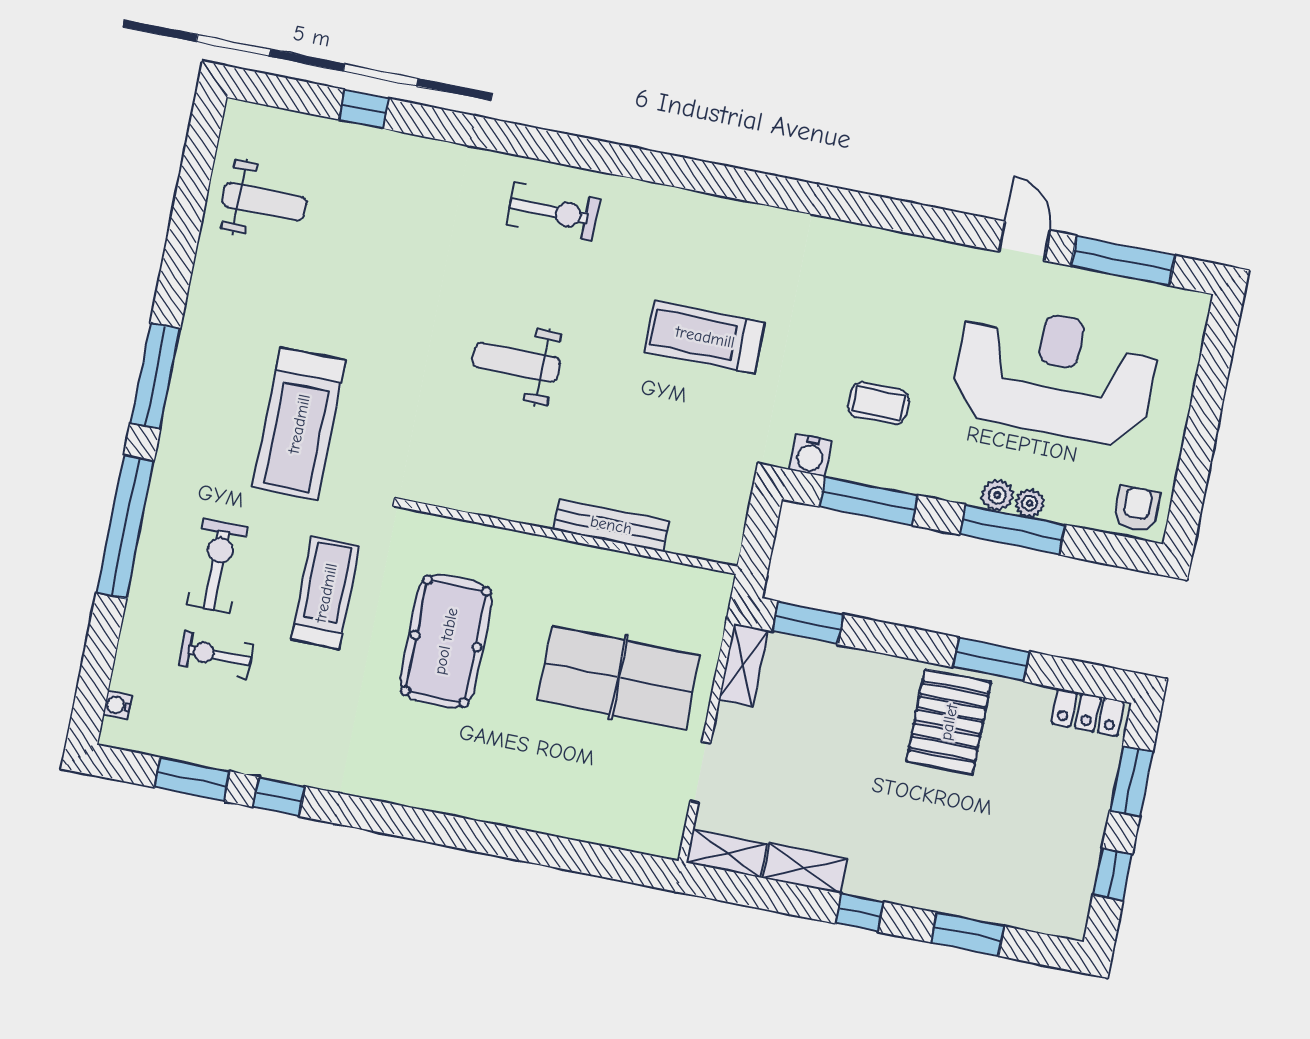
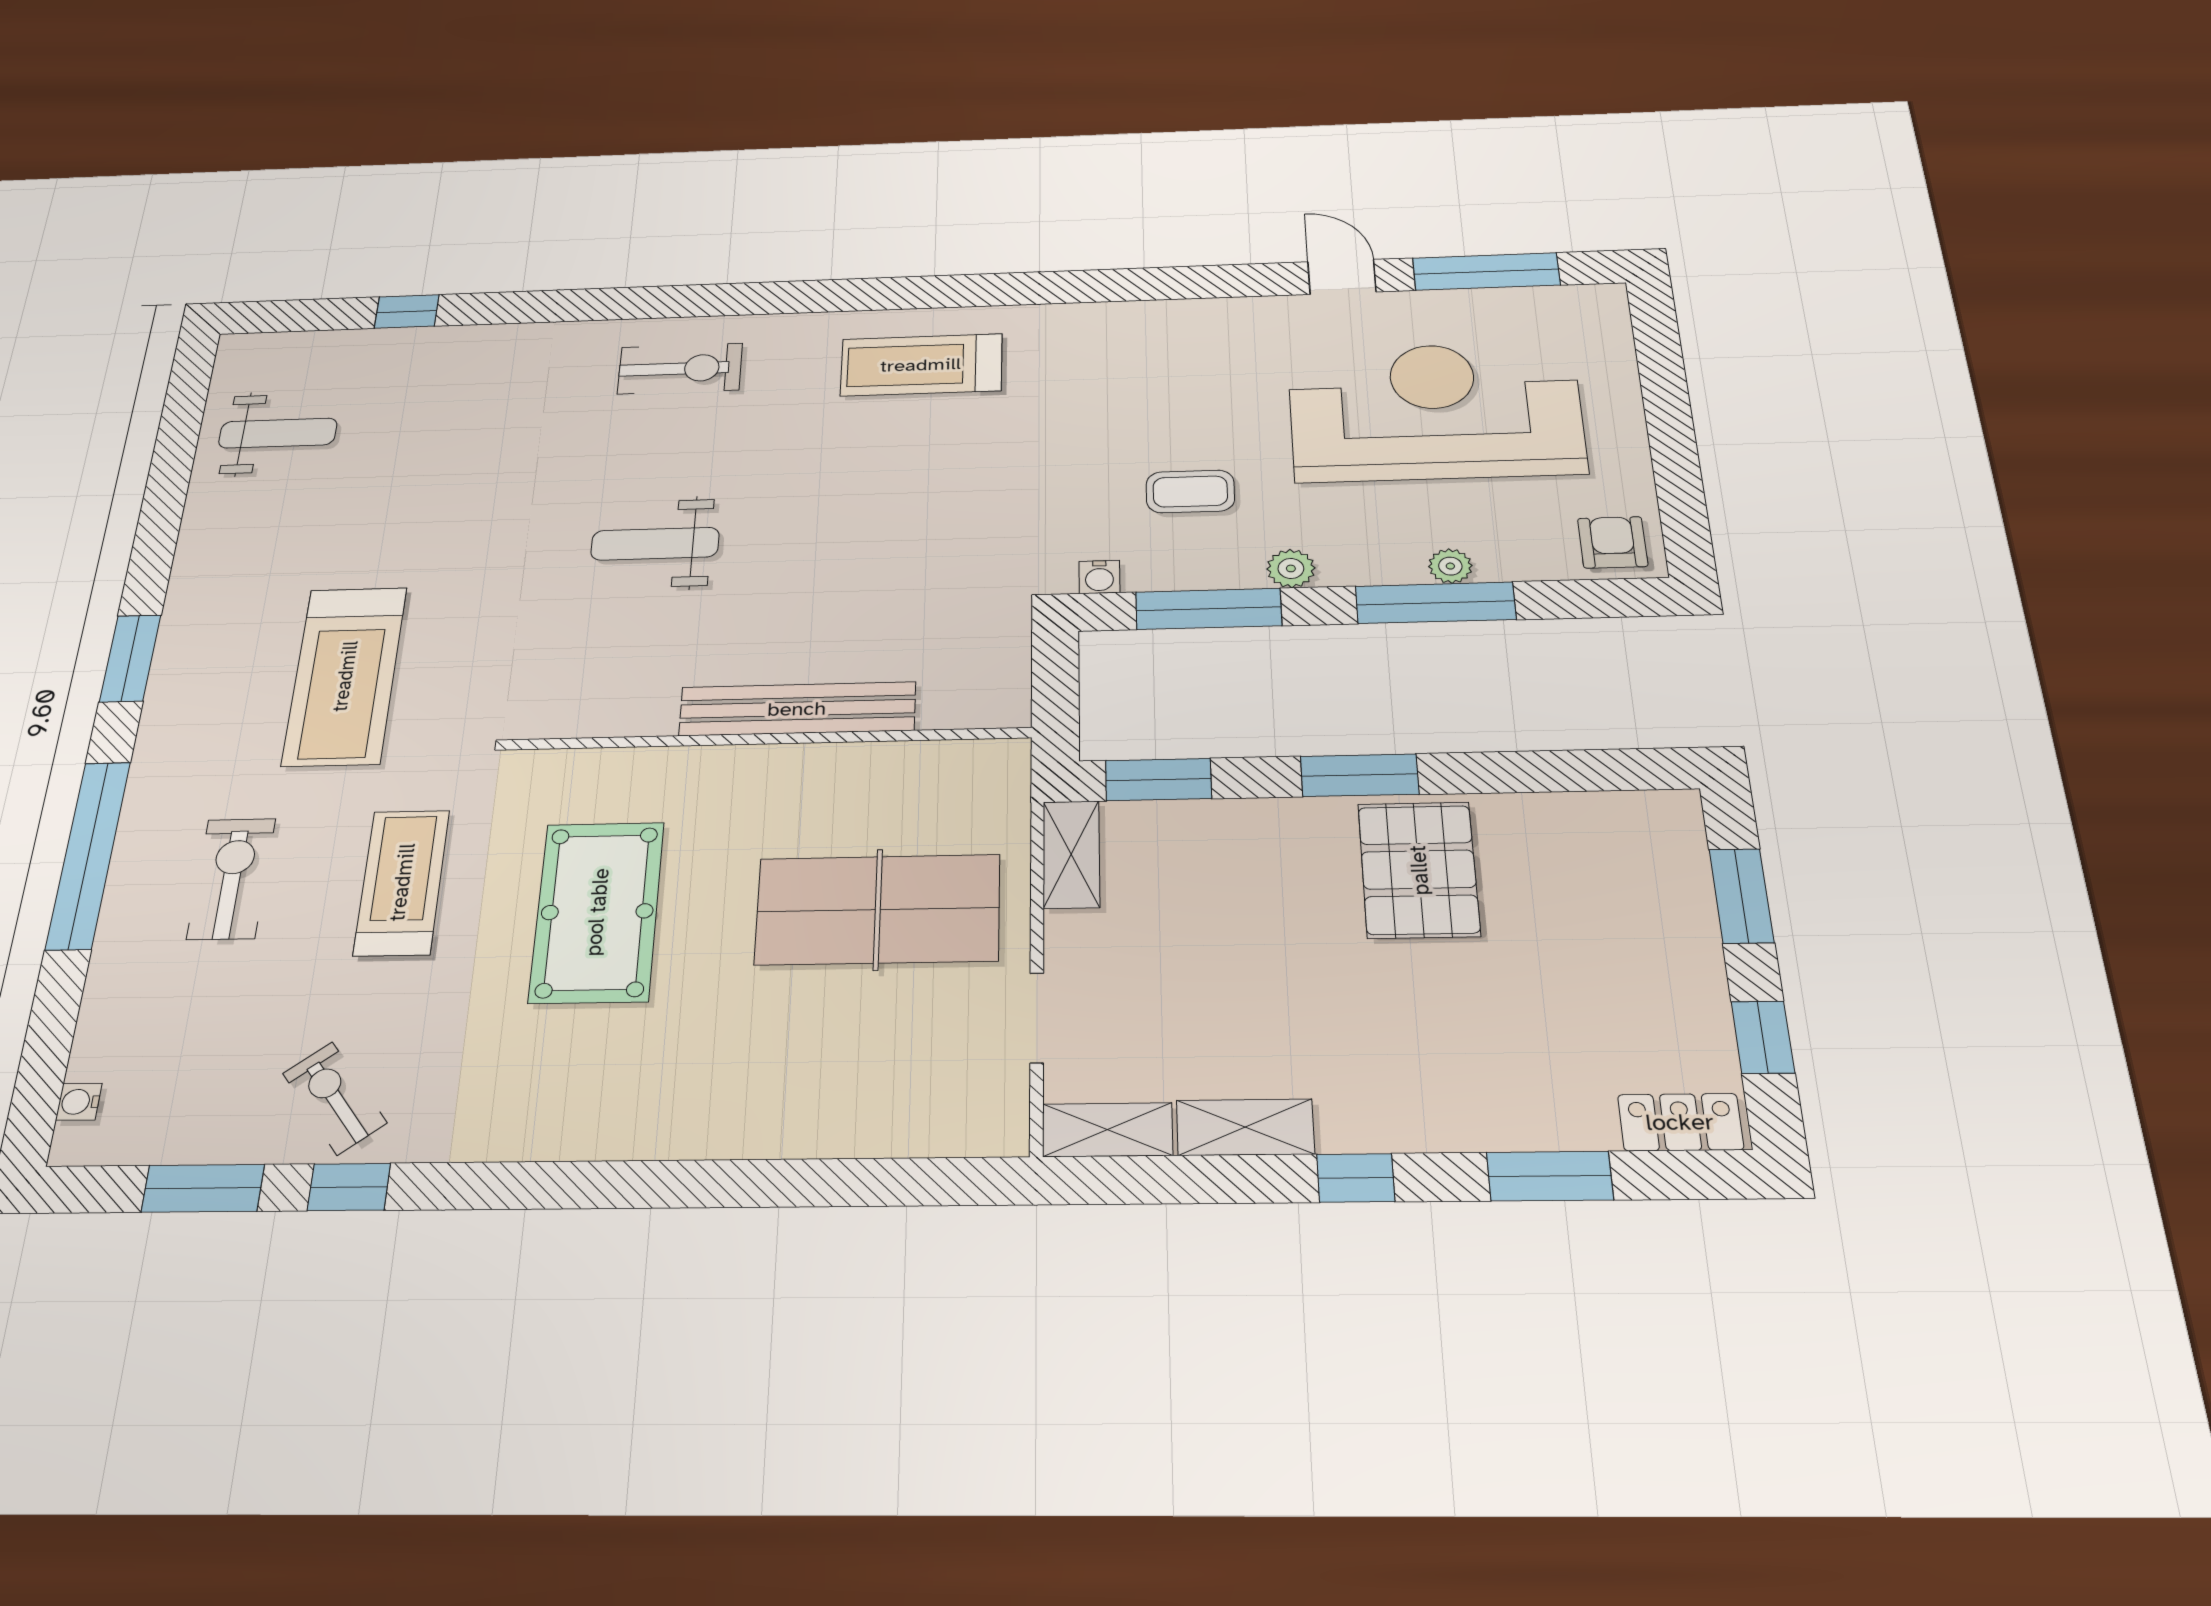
treadmill: (705, 337) -> (921, 365), moved
window: (155, 376) -> (130, 658), width x0.69
water cooler: (810, 455) -> (1099, 577), width x0.72, depth x0.72
plant: (997, 495) -> (1291, 568), moved
bench: (611, 525) -> (797, 709), width x1.37, depth x1.21
exercise bike: (216, 655) -> (335, 1098), moved, turned 53
window: (991, 659) -> (1360, 775), moved
locker: (1088, 712) -> (1680, 1122), moved, turned 180

